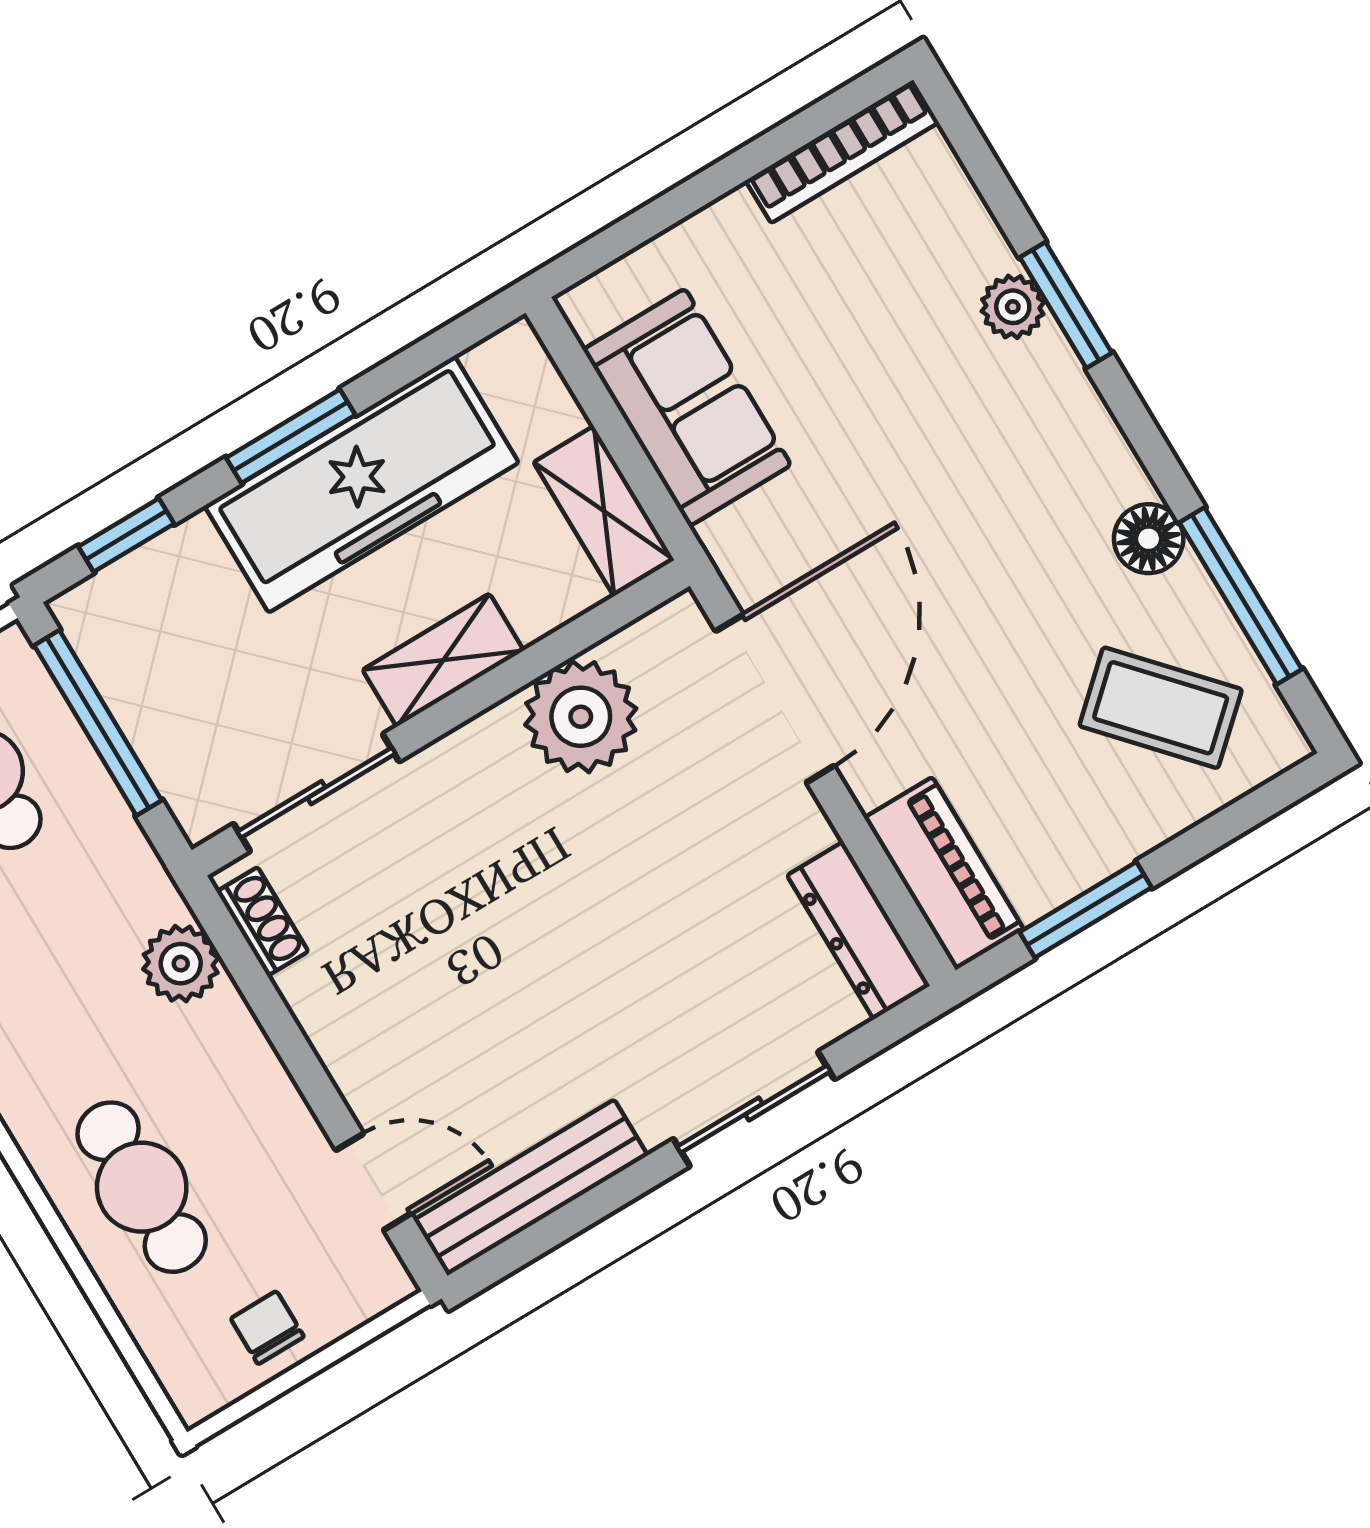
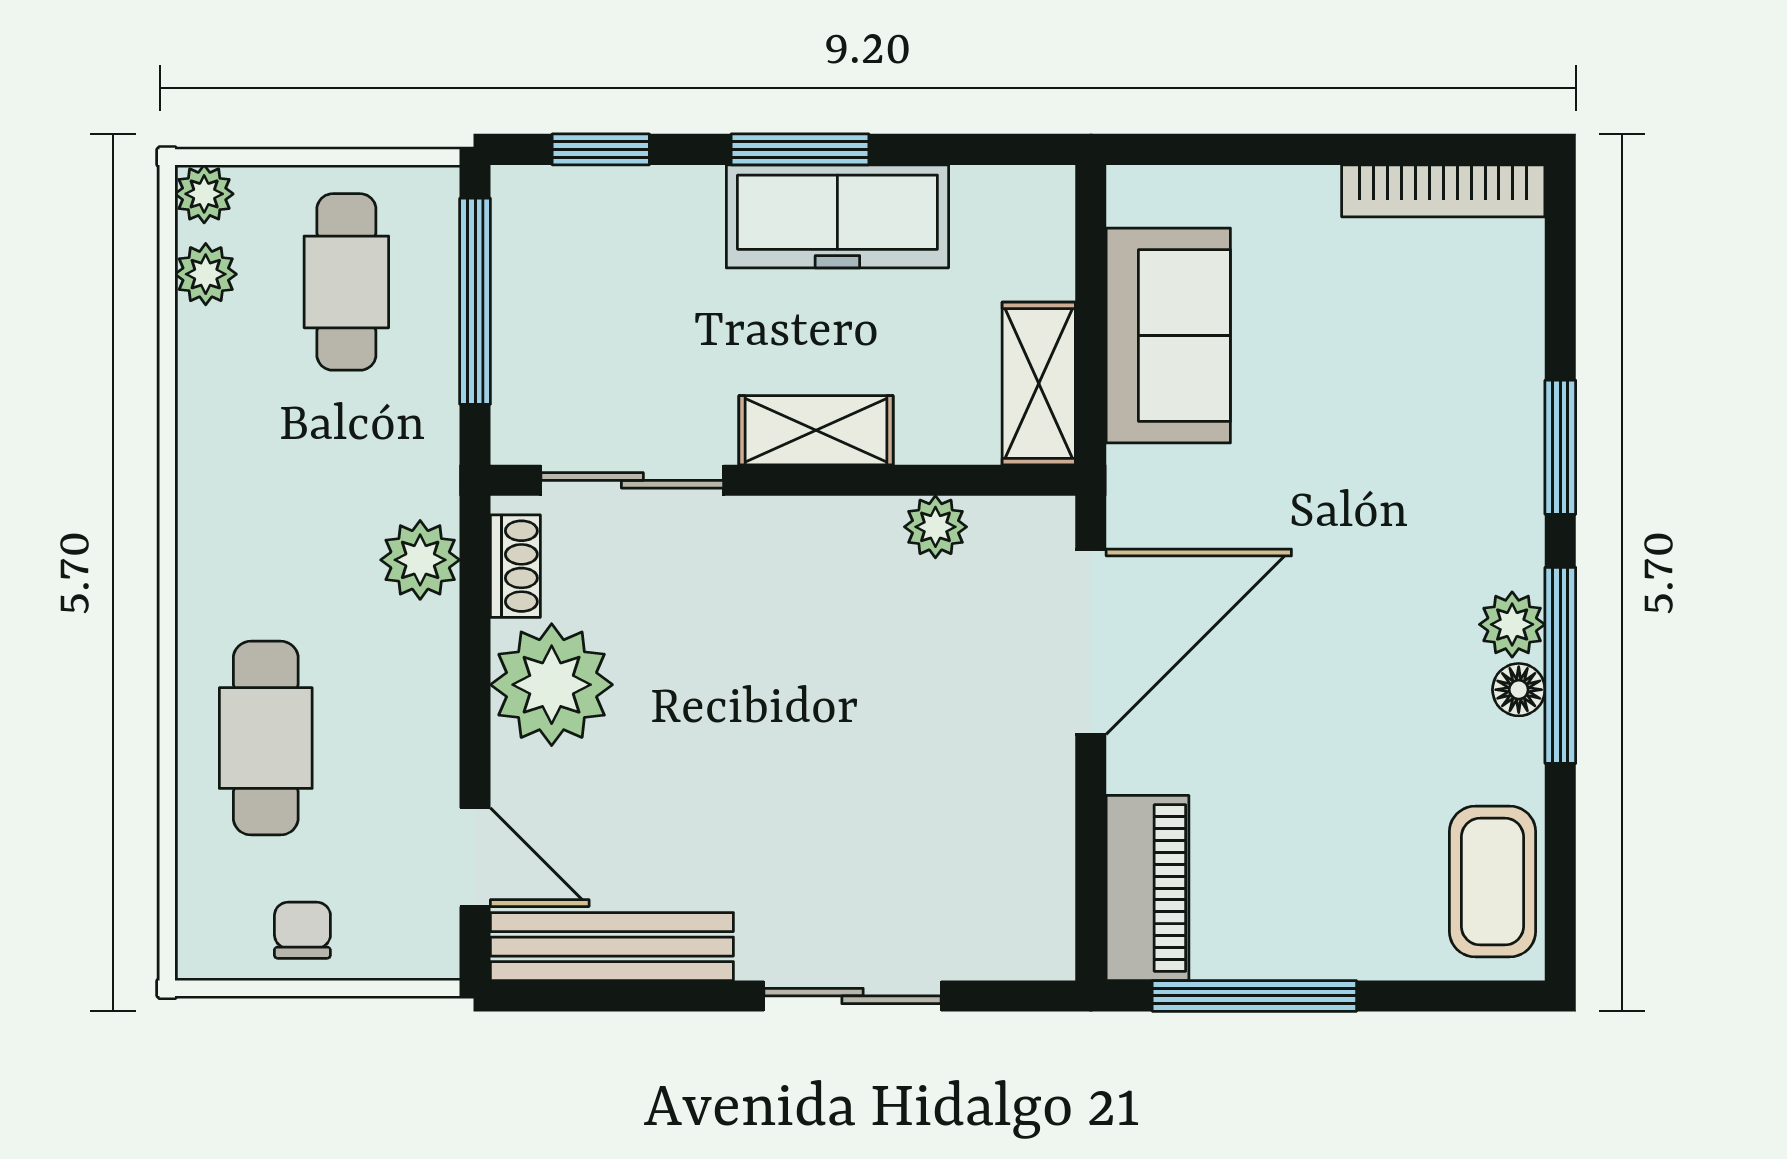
plant: (1013, 307) -> (1512, 624), moved
freezer: (362, 484) -> (837, 216), width x0.73, depth x0.79
floor lamp: (1149, 539) -> (1519, 690), width x0.73, depth x0.73
window: (1241, 596) -> (1560, 665), moved
coffee table: (1161, 708) -> (1492, 882), moved, turned 42
plant: (581, 717) -> (935, 527), width x0.53, depth x0.53
window: (1086, 910) -> (1254, 996), width x1.44
dresser: (859, 931) -> (1041, 893), removed
plant: (351, 1001) -> (552, 685), added

